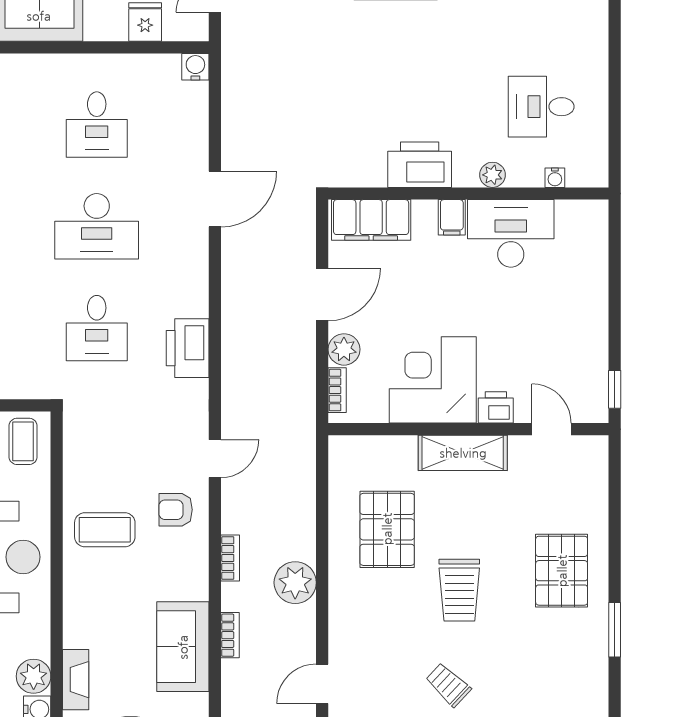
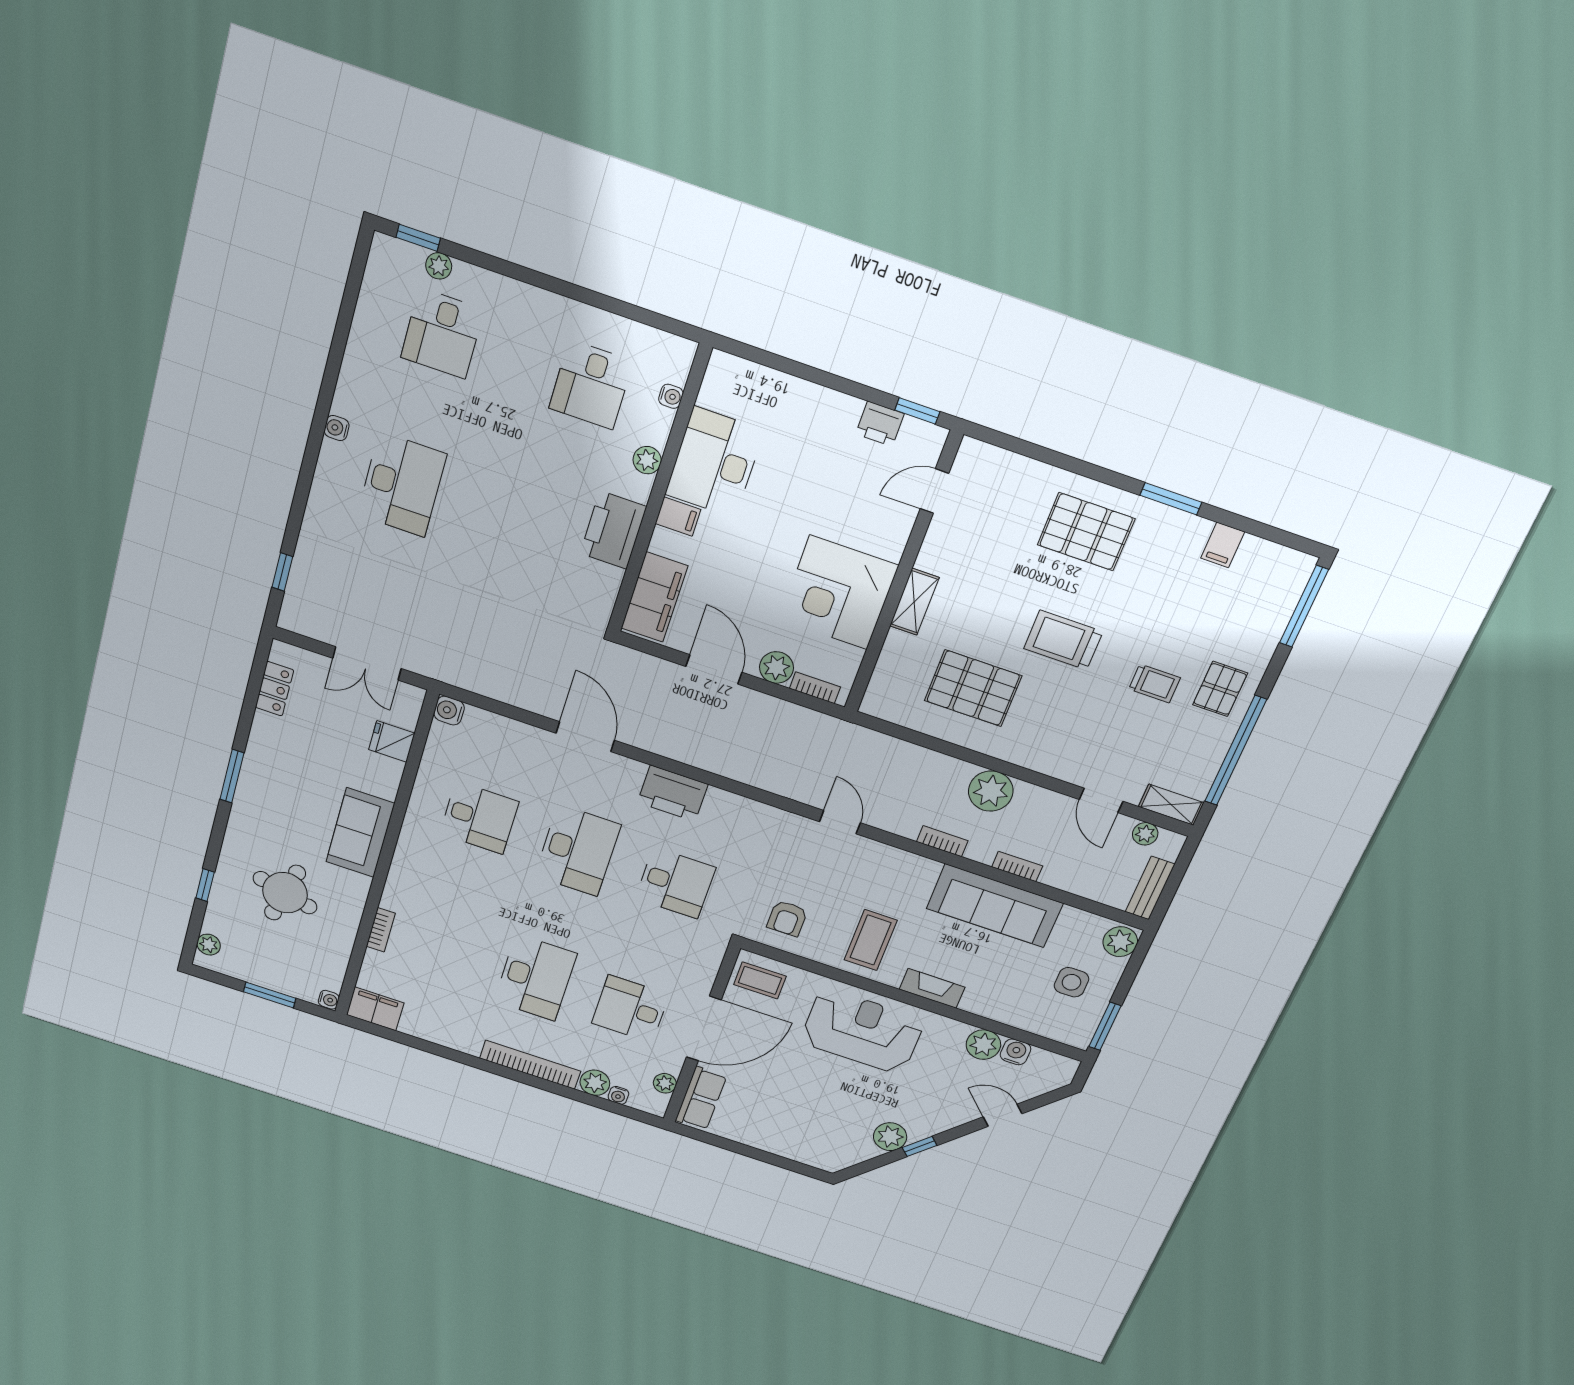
printer: (188, 348) -> (673, 793), moved
printer: (496, 407) -> (880, 424), moved, turned -90
shelving: (463, 453) -> (914, 602), width x0.67, depth x0.75
armchair: (176, 510) -> (787, 918), moved
trolley: (459, 590) -> (1063, 640), turned 180
sofa: (183, 647) -> (995, 906), width x1.36
fireplace: (76, 680) -> (932, 988), moved
trolley: (448, 685) -> (1154, 684), turned -133
filing cabinet: (591, 690) -> (1223, 545), added

